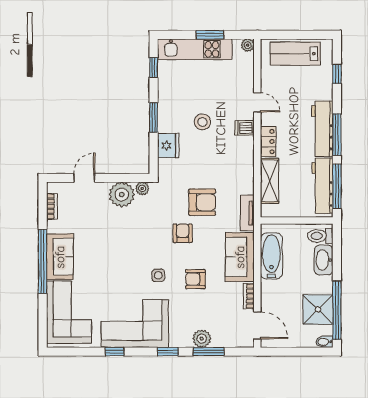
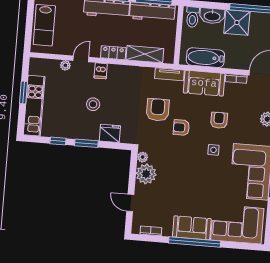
plant: (248, 45) -> (65, 65), moved
window: (154, 67) -> (58, 141), moved
armchair: (195, 279) -> (219, 120), turned 180
shower: (318, 309) -> (237, 23), moved

